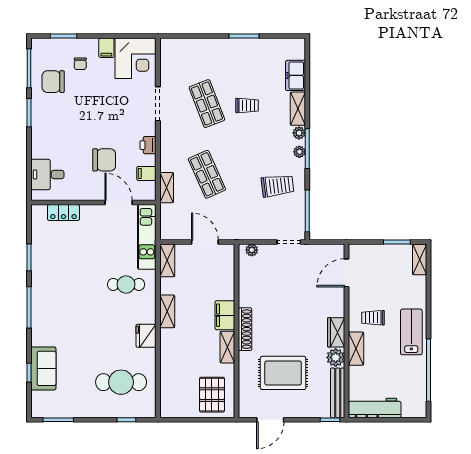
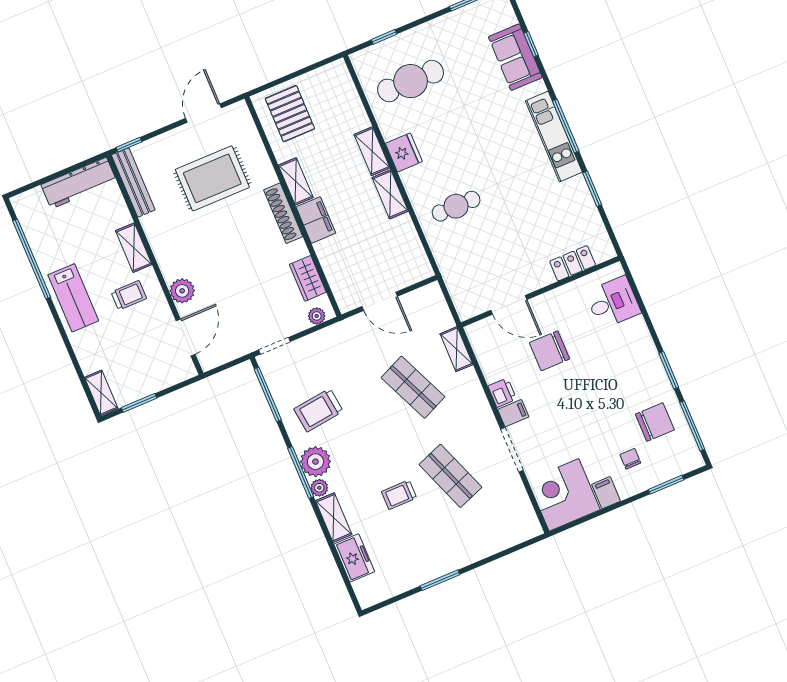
plant: (299, 152) -> (315, 462), width x1.87, depth x1.87
filing cabinet: (146, 173) -> (513, 413), moved
kitchen unit: (147, 237) -> (554, 137), moved, turned 180
shelving: (167, 260) -> (372, 151), moved
wardrobe: (336, 332) -> (308, 278), moved, turned 180
plant: (336, 357) -> (182, 291), moved

